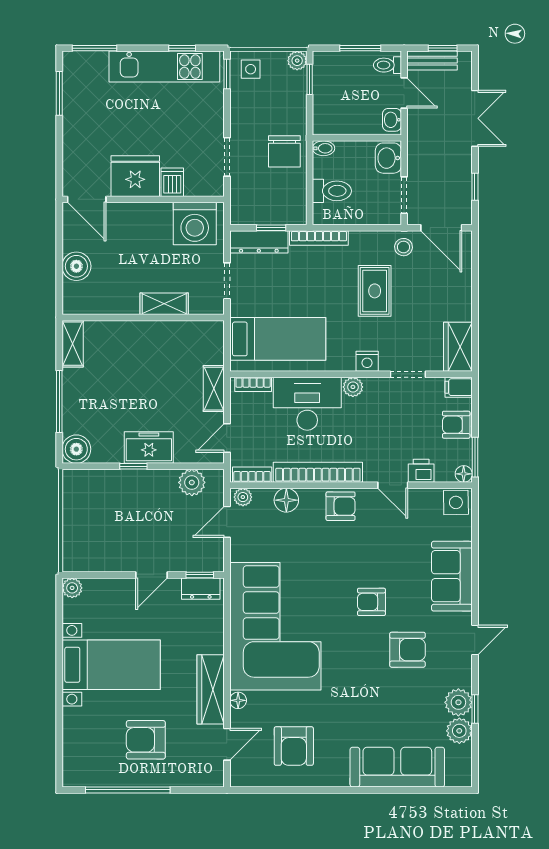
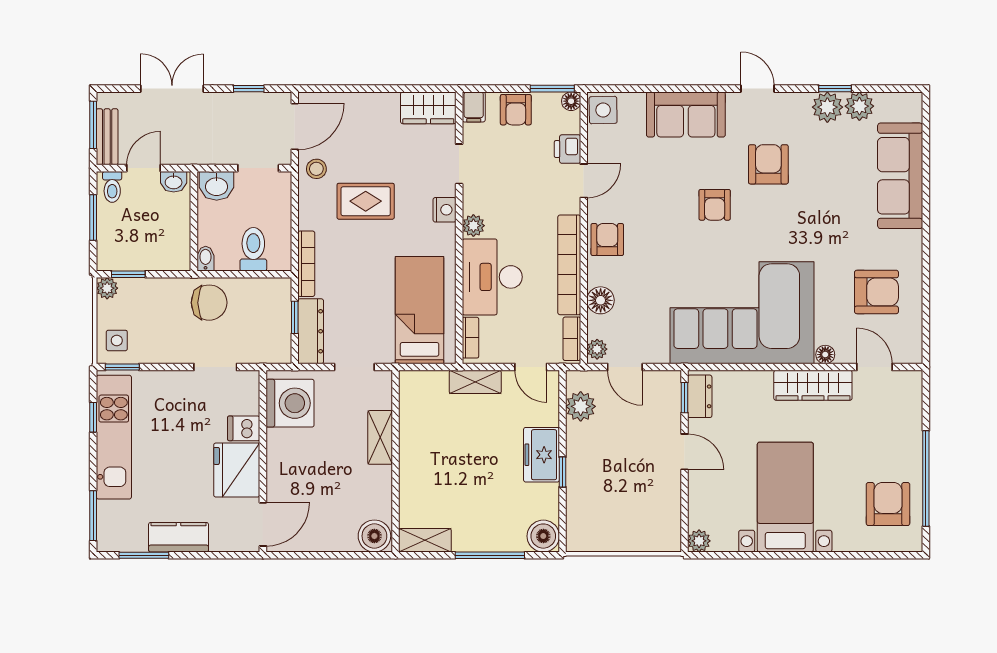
window: (443, 48) -> (93, 125), width x1.50
kitchen counter: (75, 124) -> (179, 537), added
boiler: (76, 266) -> (374, 536), moved
armchair: (146, 740) -> (888, 504), moved, turned 180

